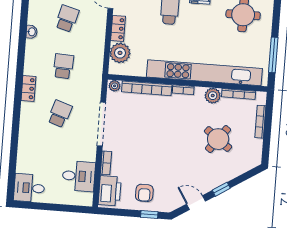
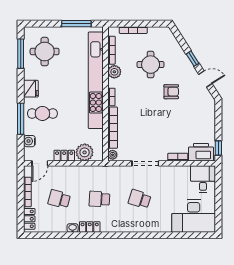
locker: (28, 88) -> (90, 227), moved
doorway: (101, 124) -> (145, 163), width x0.73
round table: (218, 139) -> (151, 65), turned -37
desk: (79, 176) -> (203, 179), moved
desk: (29, 188) -> (194, 216), width x1.87, depth x1.30
armchair: (144, 193) -> (171, 92), moved
door: (196, 203) -> (205, 79), swing flipped
window: (149, 215) -> (218, 148), moved

